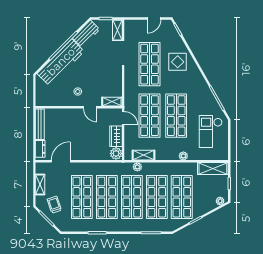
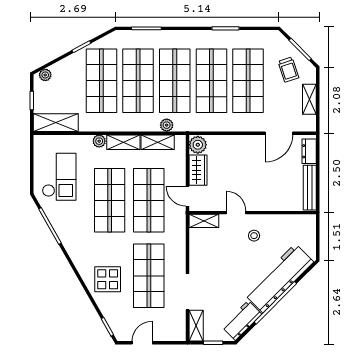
shelving: (167, 155) -> (123, 142), added

